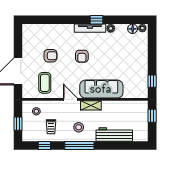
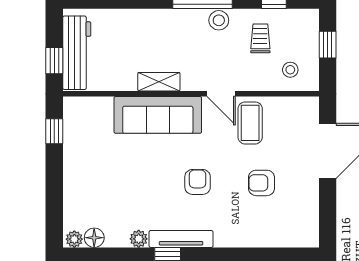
coffee table: (45, 83) -> (250, 123), moved
shelving: (91, 105) -> (159, 82), moved
stool: (79, 127) -> (219, 20), moved
workbench: (114, 135) -> (77, 53), moved, turned -90

